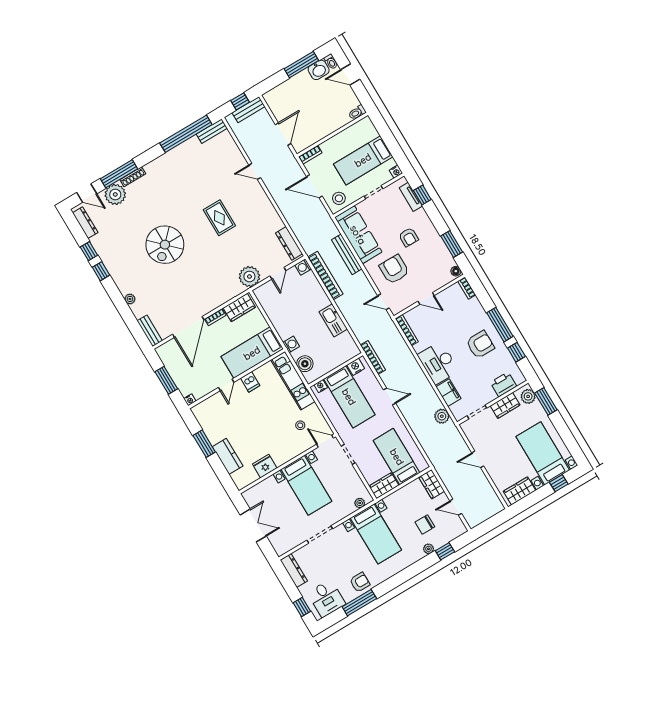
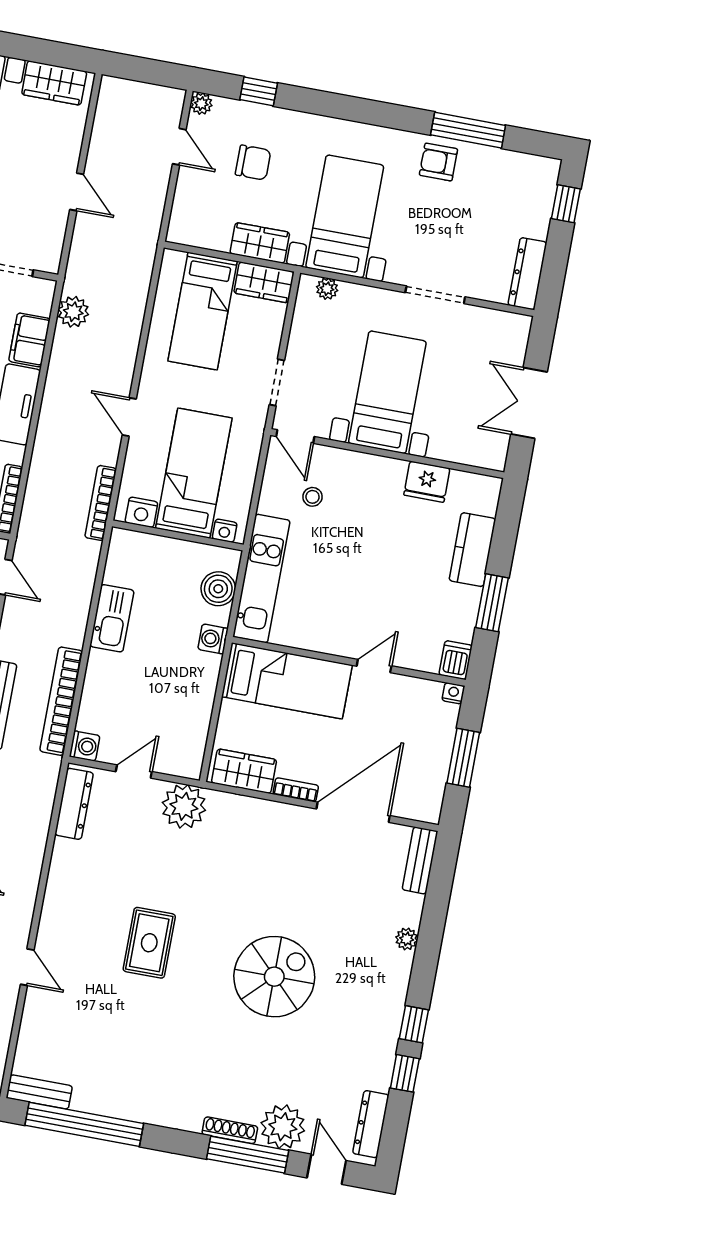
dishwasher: (250, 382) -> (456, 660), moved
wardrobe: (432, 484) -> (260, 243), moved, turned -90
plant: (428, 549) -> (201, 104), moved
desk: (326, 598) -> (515, 183), removed

